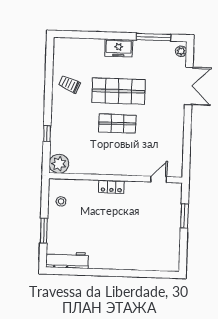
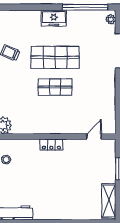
window: (154, 37) -> (85, 7), width x1.46
shelving: (172, 251) -> (109, 201), added

